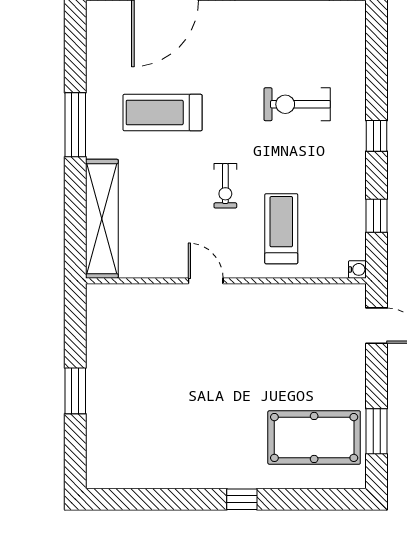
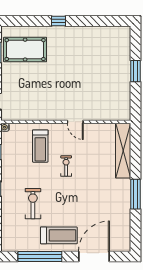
exercise bike: (297, 104) -> (33, 204), turned -90
treadmill: (163, 113) -> (59, 235), moved

